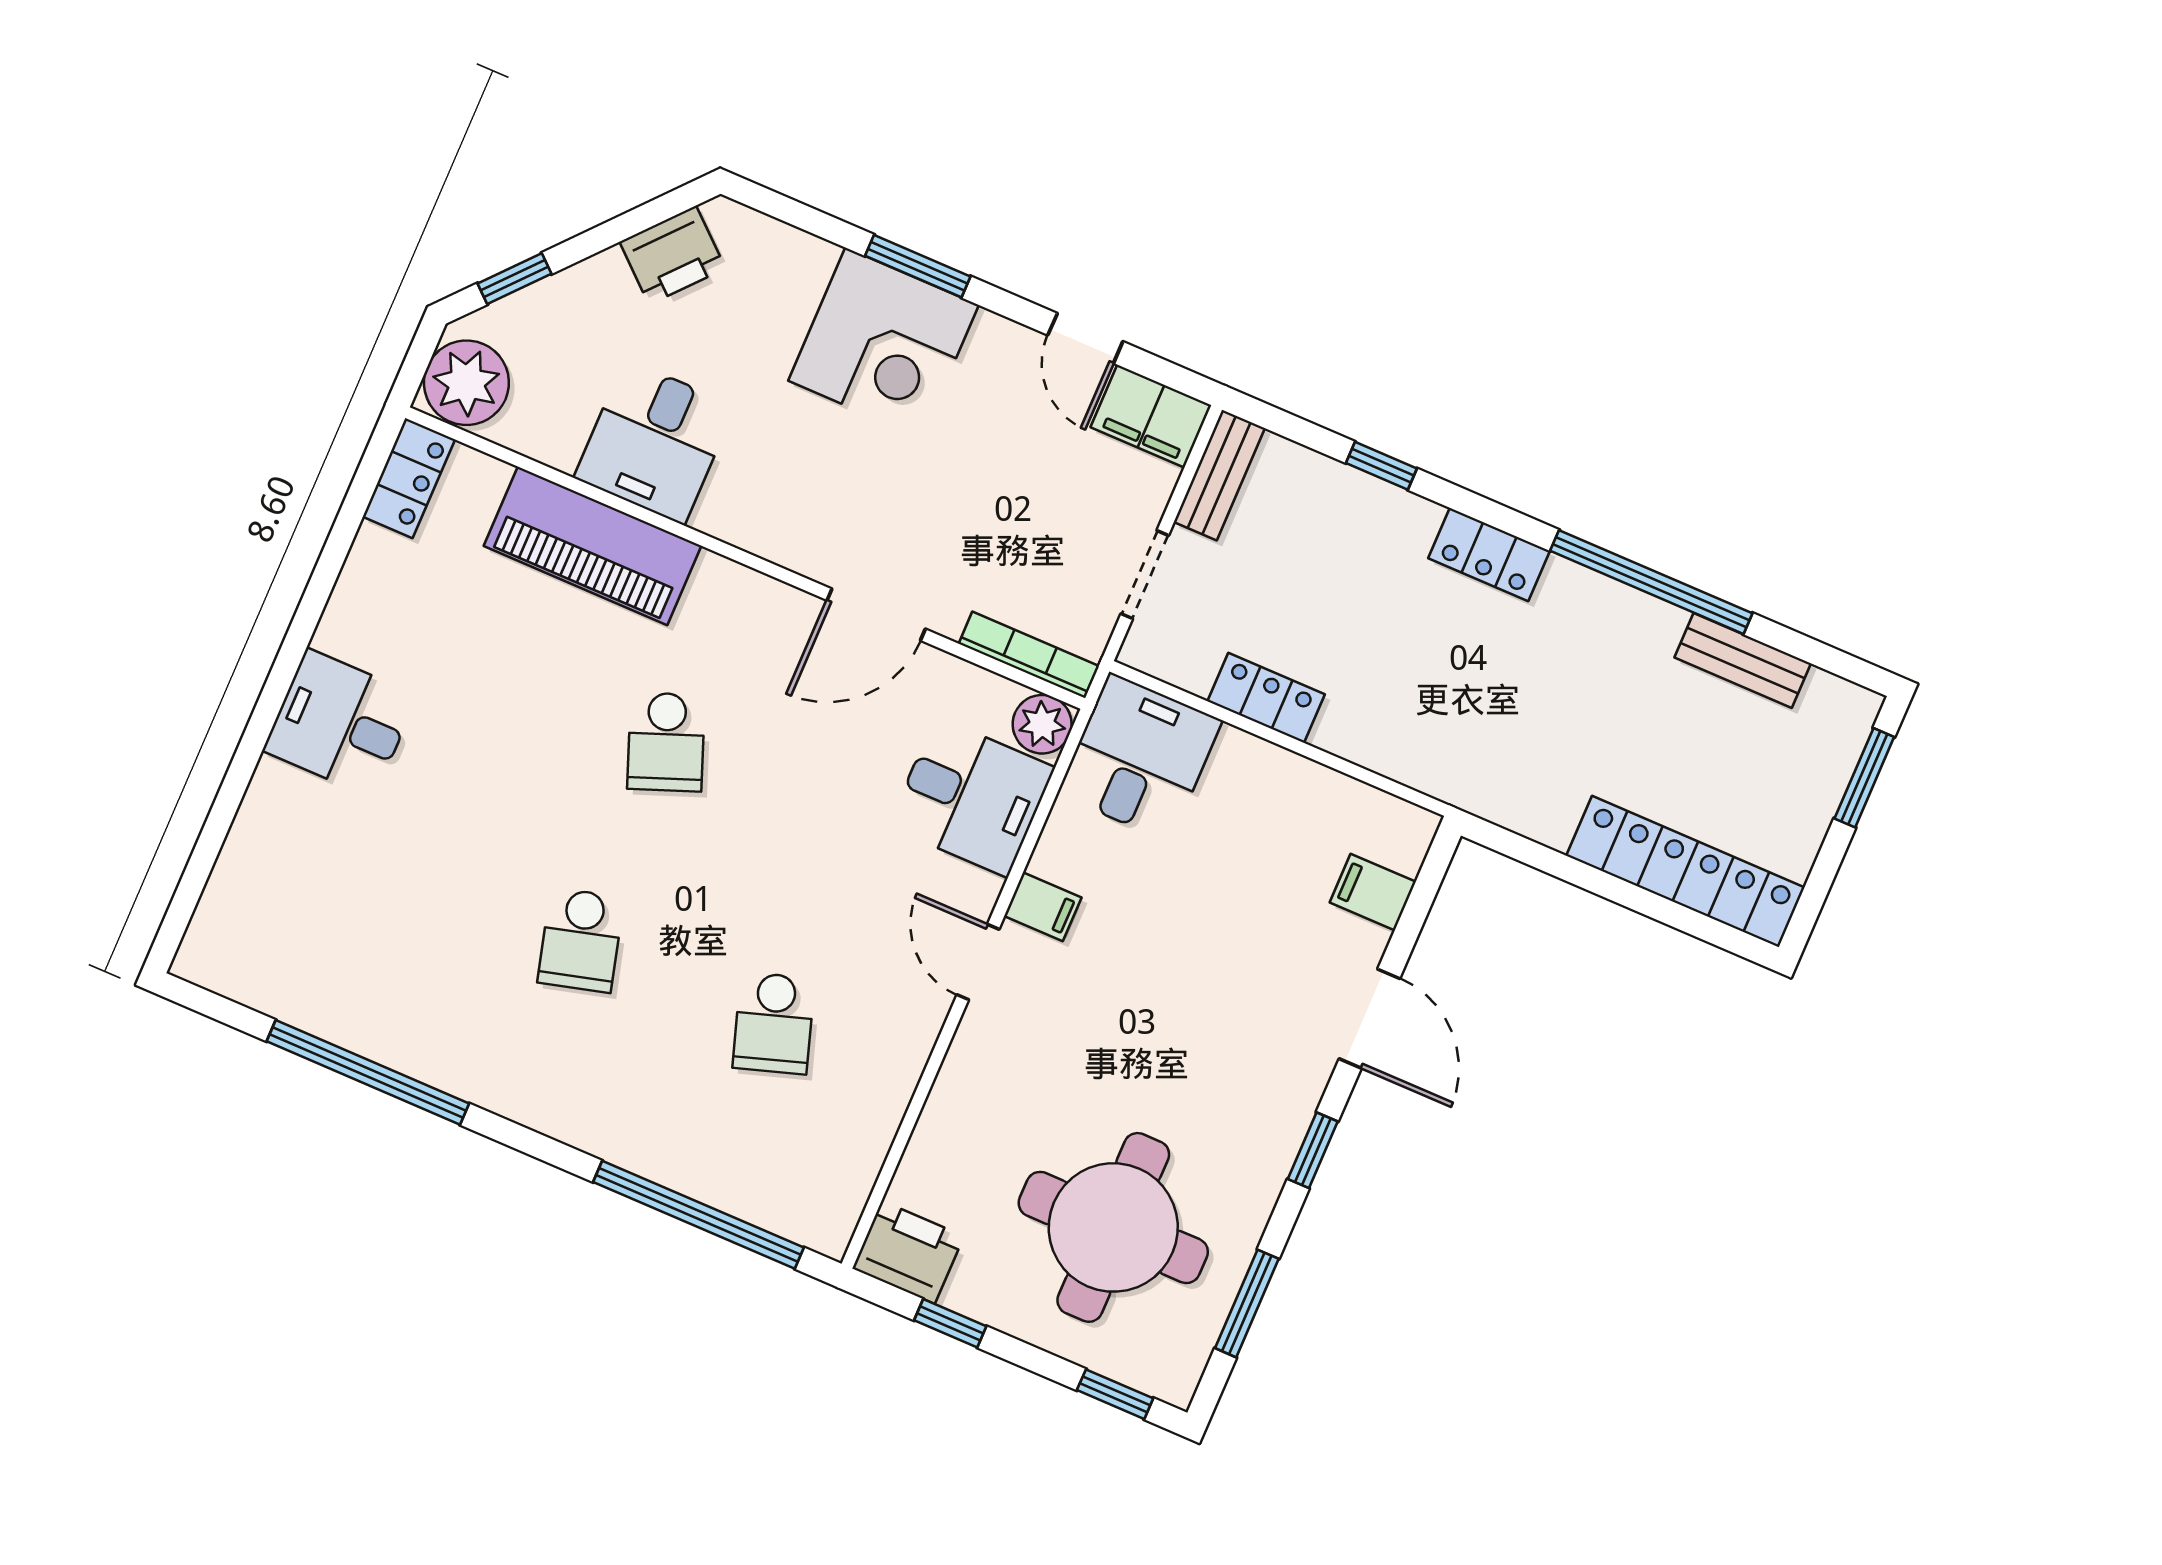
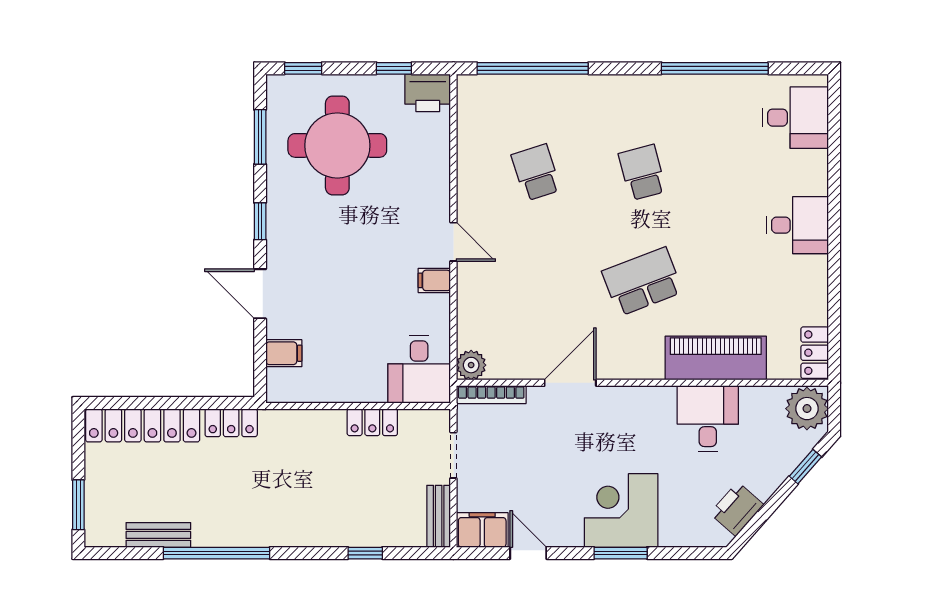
locker: (1489, 555) -> (231, 423), moved, turned 180
school desk: (666, 742) -> (642, 282), width x1.85
desk: (972, 797) -> (795, 118), moved, turned 180

